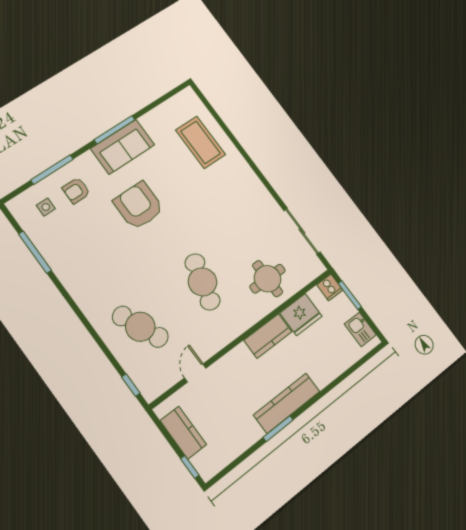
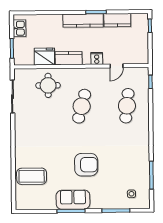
coffee table: (201, 142) -> (32, 176), turned 90
armchair: (76, 190) -> (111, 192), removed
armchair: (139, 206) -> (86, 165), turned -90
cooker: (330, 287) -> (97, 58), moved
cafe table: (140, 327) -> (127, 106), turned 30
kitchen counter: (183, 433) -> (117, 20), moved, turned -90

